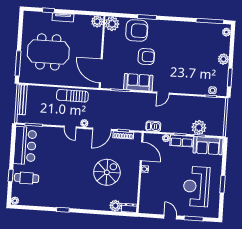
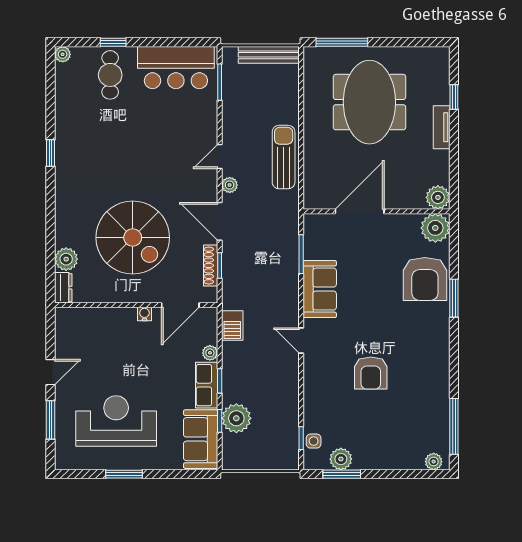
armchair: (146, 57) -> (371, 373), moved
plant: (223, 59) -> (341, 459), moved
door: (101, 71) -> (360, 211), moved
spiral stairs: (107, 172) -> (133, 238), width x1.37, depth x1.37

